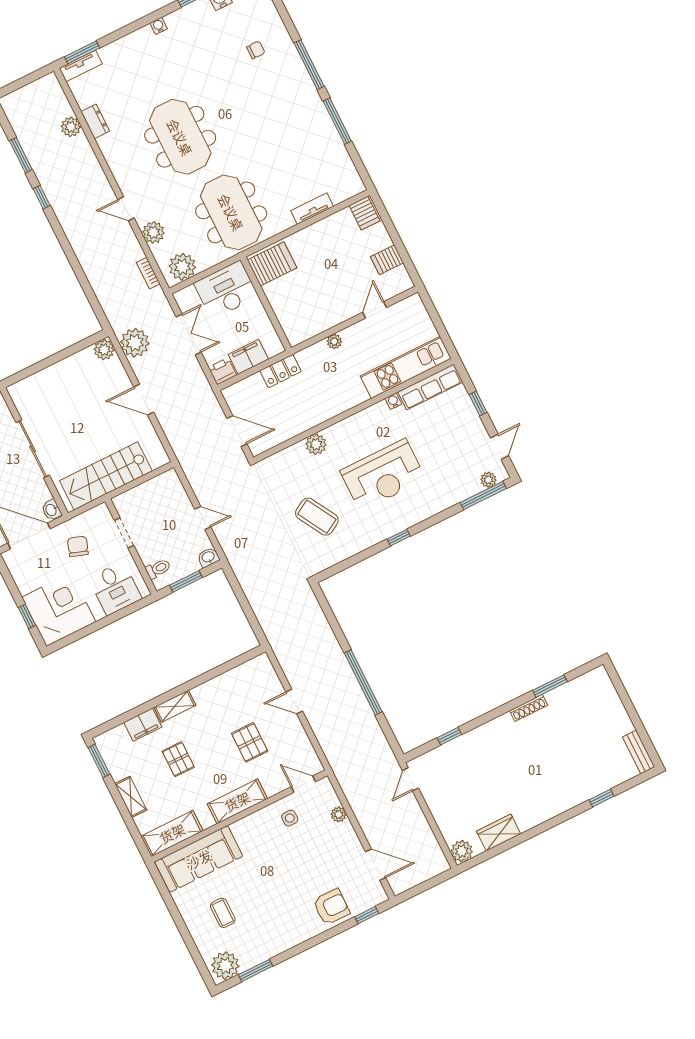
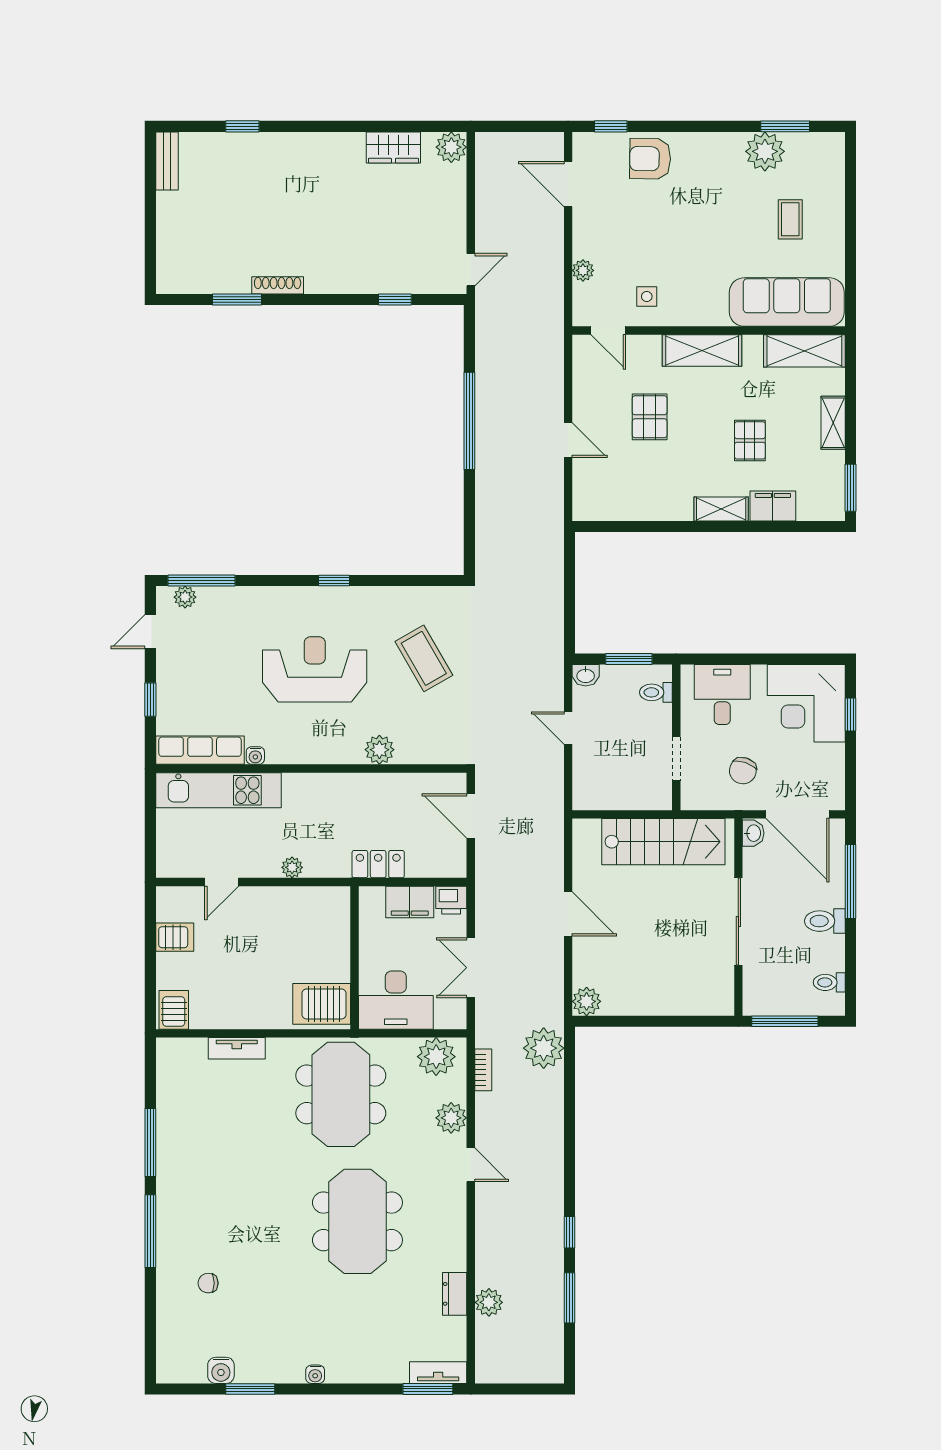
plant: (135, 343) -> (544, 1048), moved
plant: (225, 966) -> (765, 151), moved

